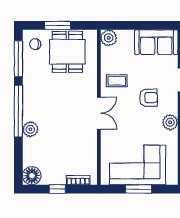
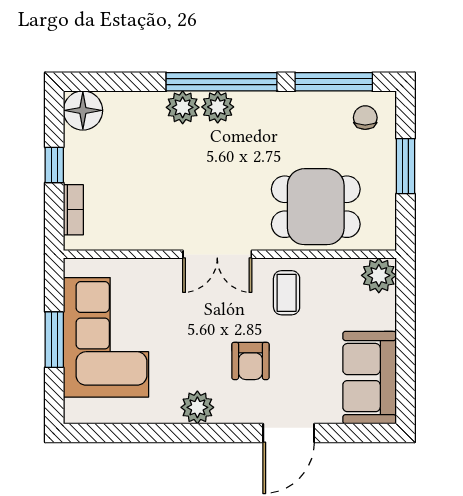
dining table: (67, 52) -> (316, 207), moved
plant: (30, 113) -> (218, 107), added

